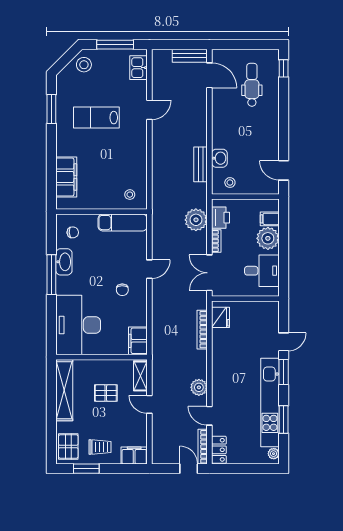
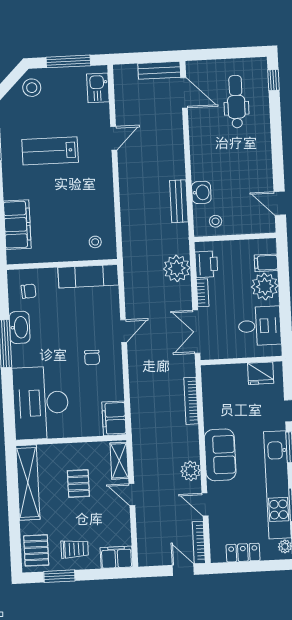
fridge: (221, 317) -> (261, 373), moved, turned 90
sofa: (224, 375) -> (220, 455), added
pallet: (106, 393) -> (78, 483), turned 90
locker: (219, 450) -> (243, 553), moved, turned -90

